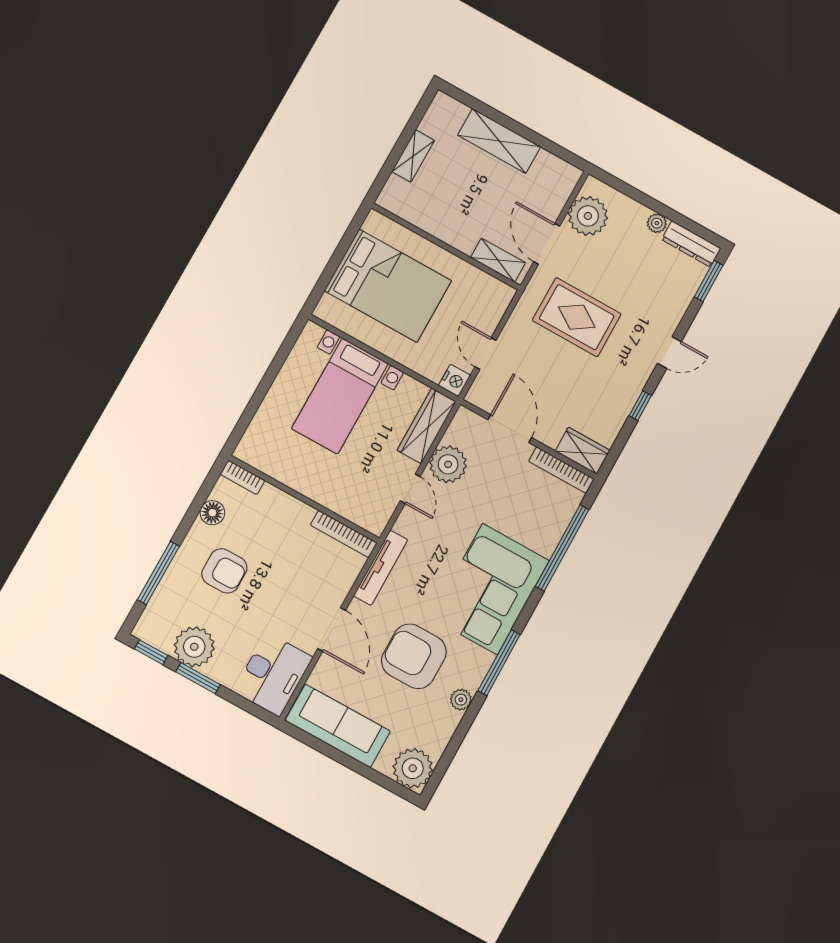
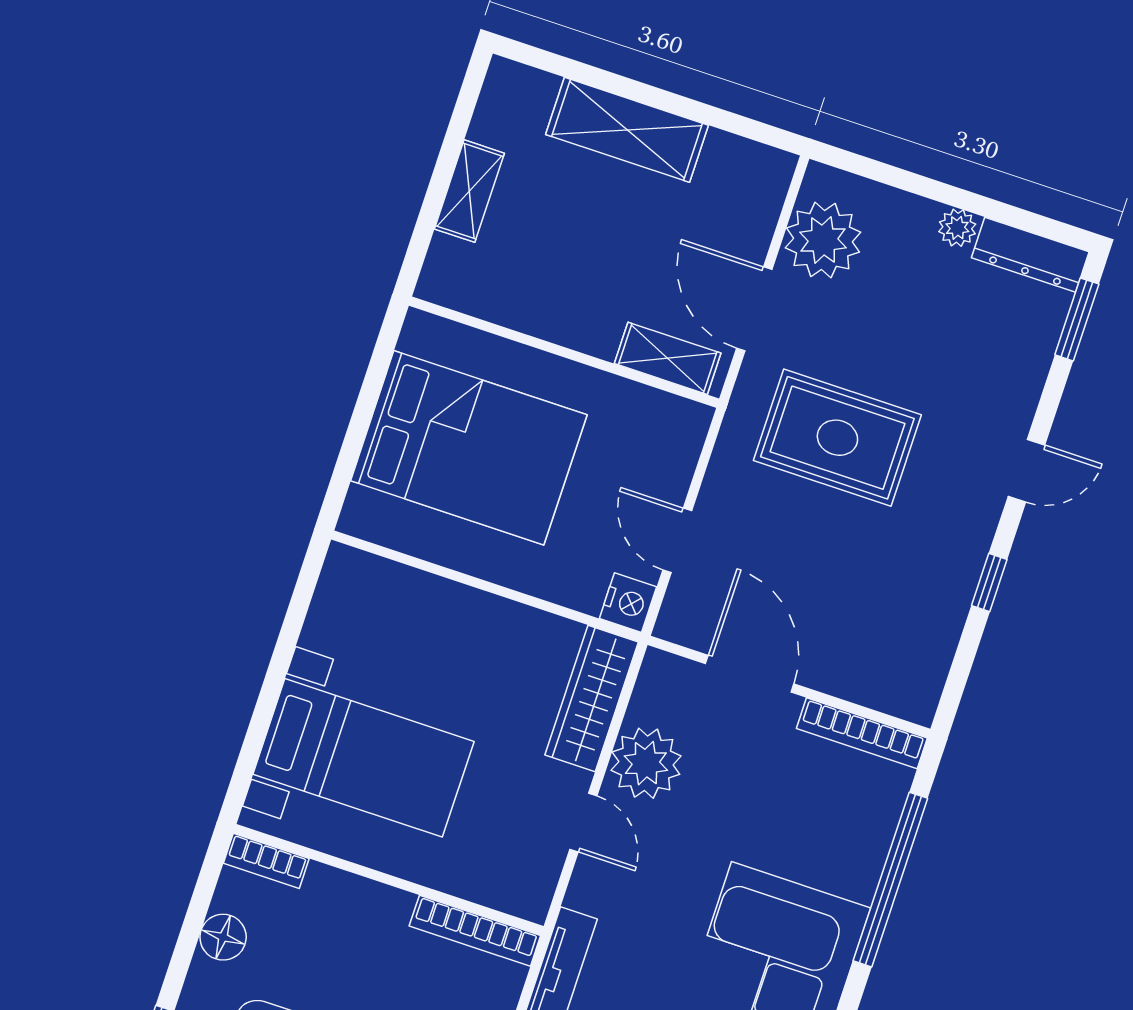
bed with nightstands: (340, 396) -> (364, 758), moved, turned -90
wardrobe: (583, 451) -> (895, 689), removed

